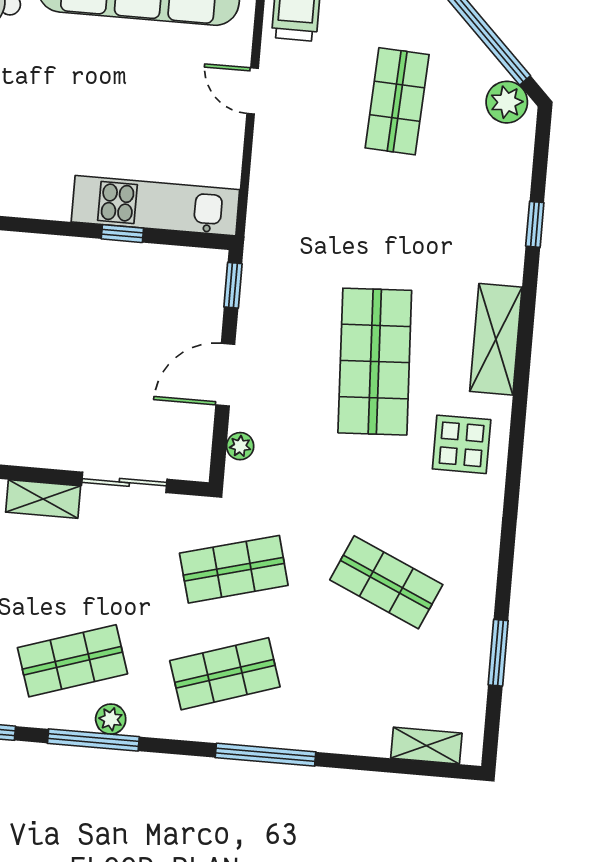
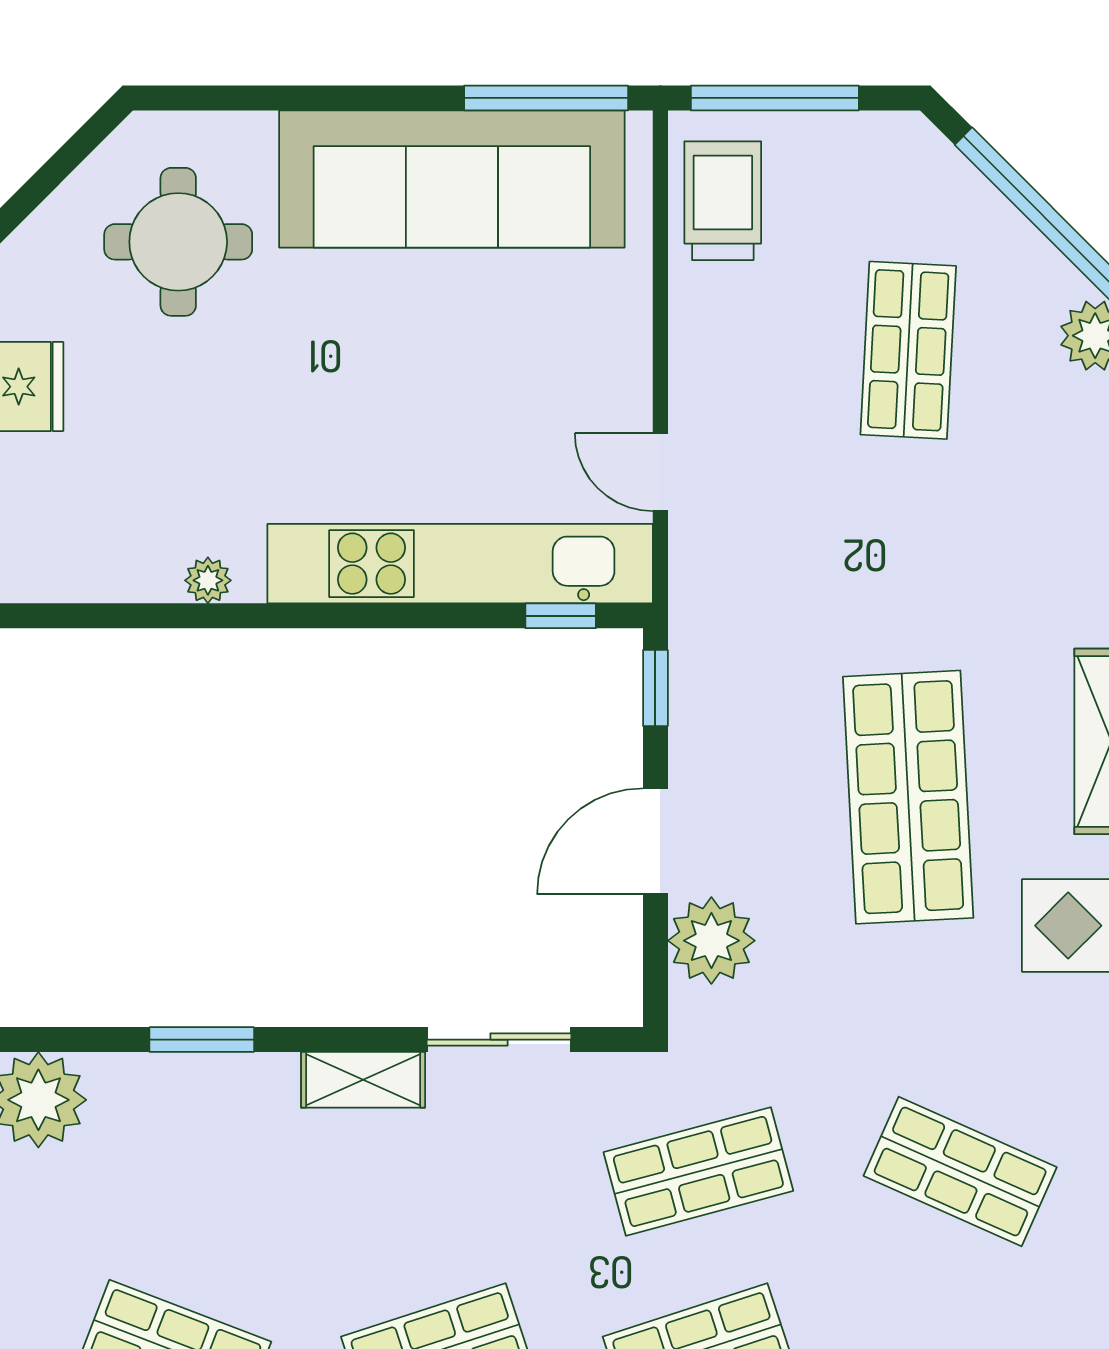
door: (253, 91) -> (660, 472), moved
kitchen unit: (155, 206) -> (460, 564), width x1.36
window: (122, 234) -> (561, 616), moved
plant: (240, 446) -> (711, 941), width x1.87, depth x1.87

